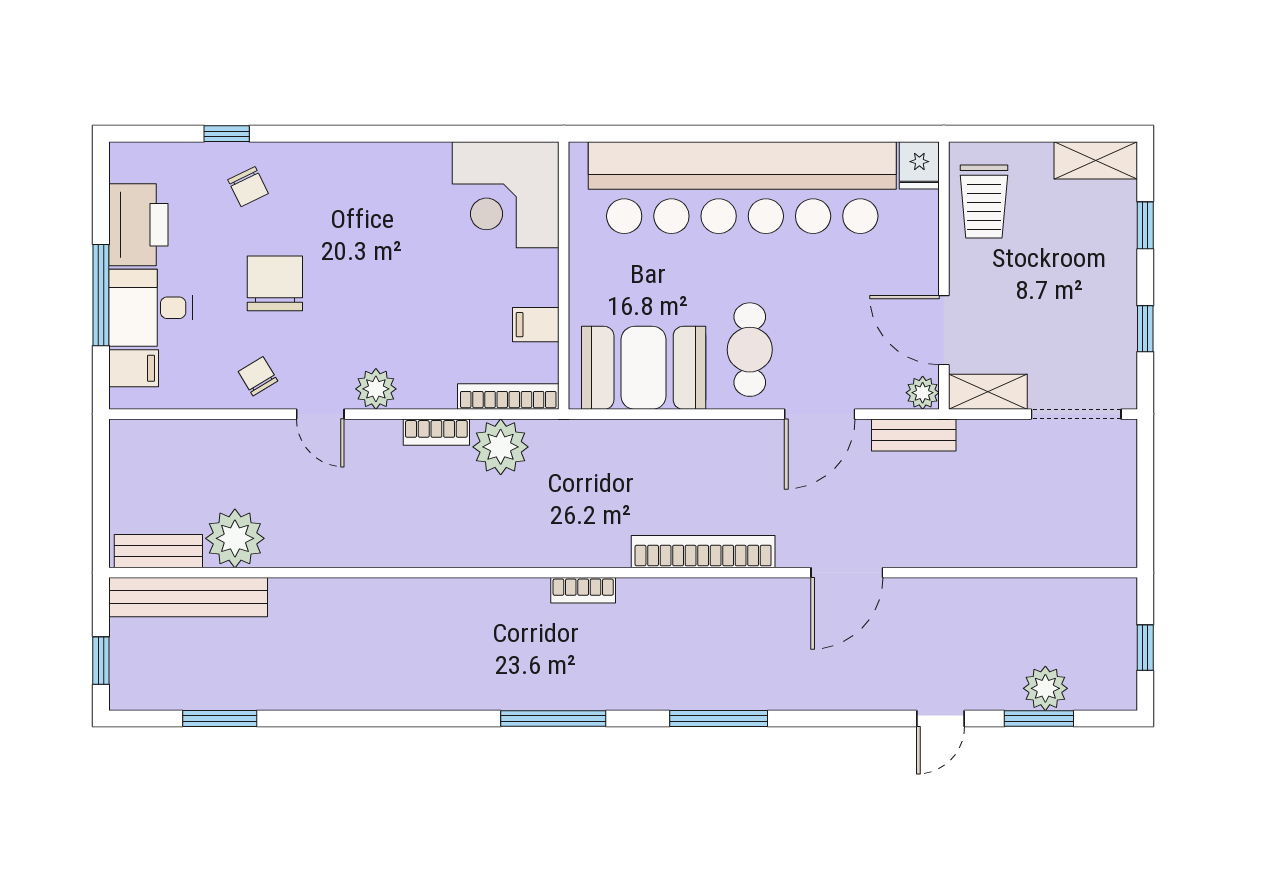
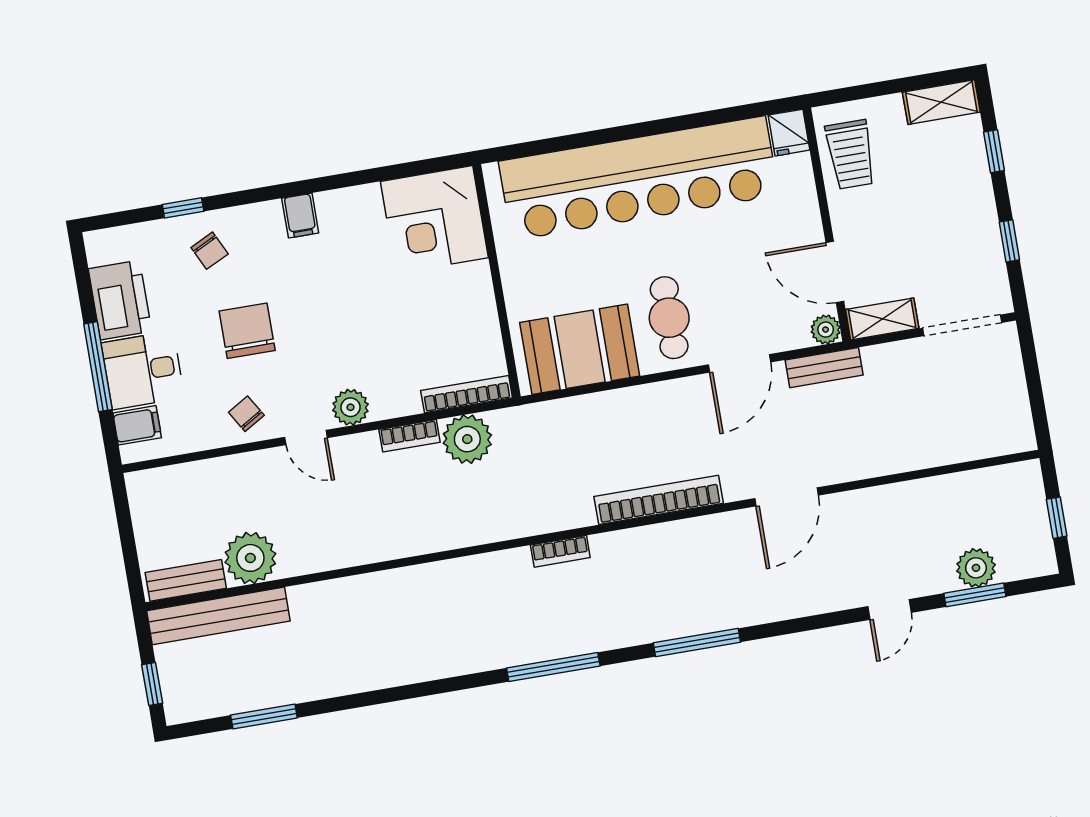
filing cabinet: (536, 325) -> (300, 216), moved, turned -90

